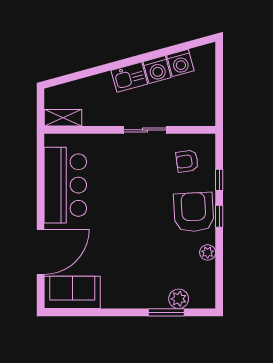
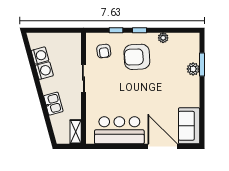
kitchen sink: (129, 77) -> (53, 104), moved
armchair: (194, 212) -> (137, 57), moved
plant: (179, 299) -> (193, 69), moved

